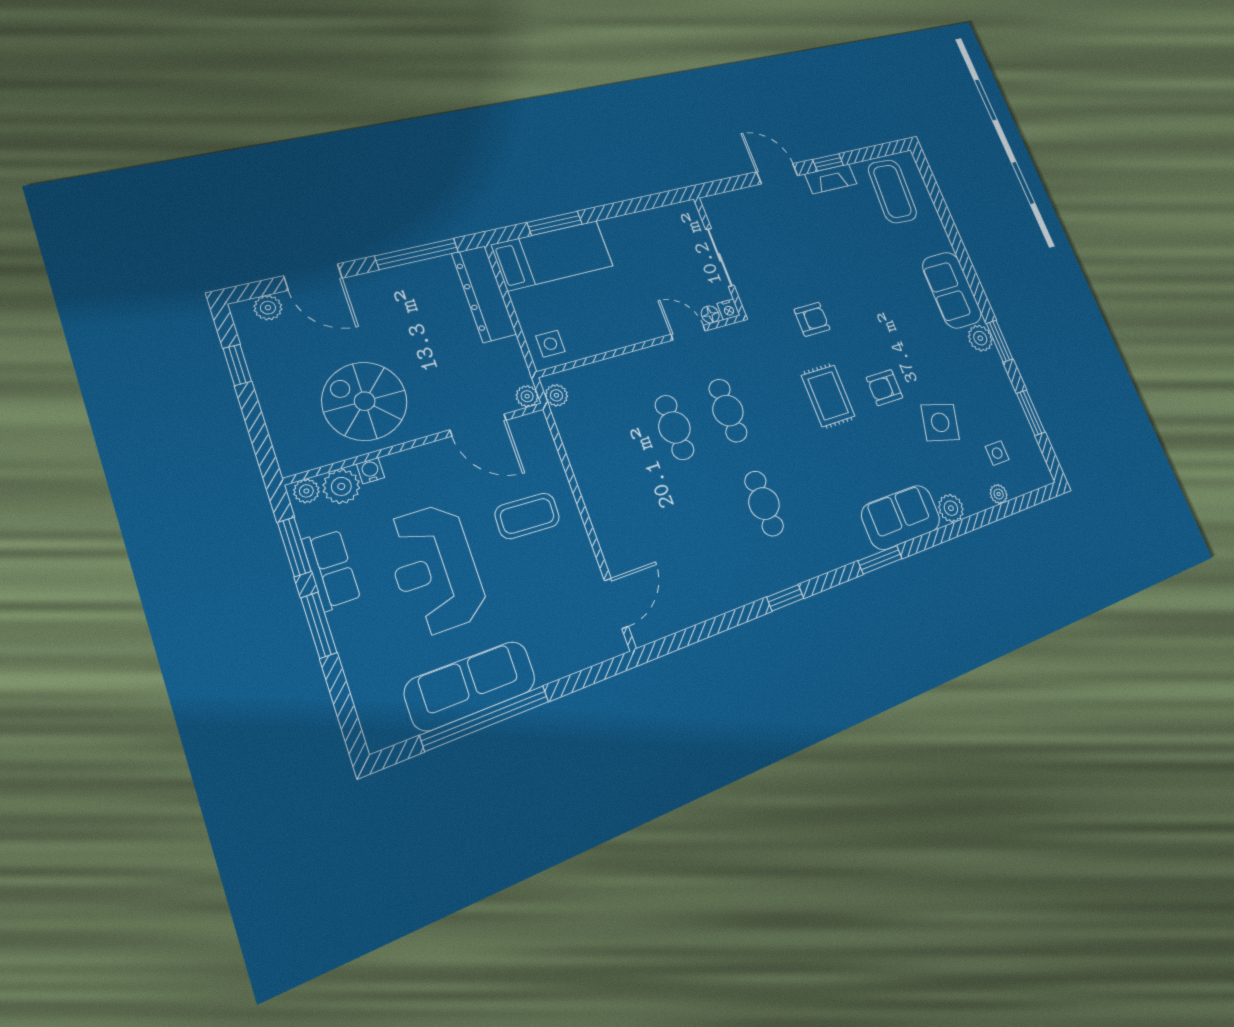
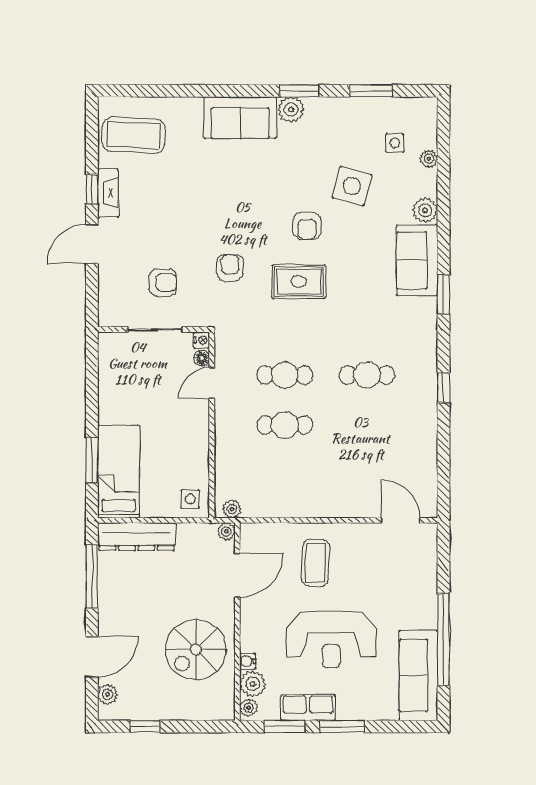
armchair: (769, 254) -> (163, 283), added
sofa: (470, 686) -> (418, 675), moved

